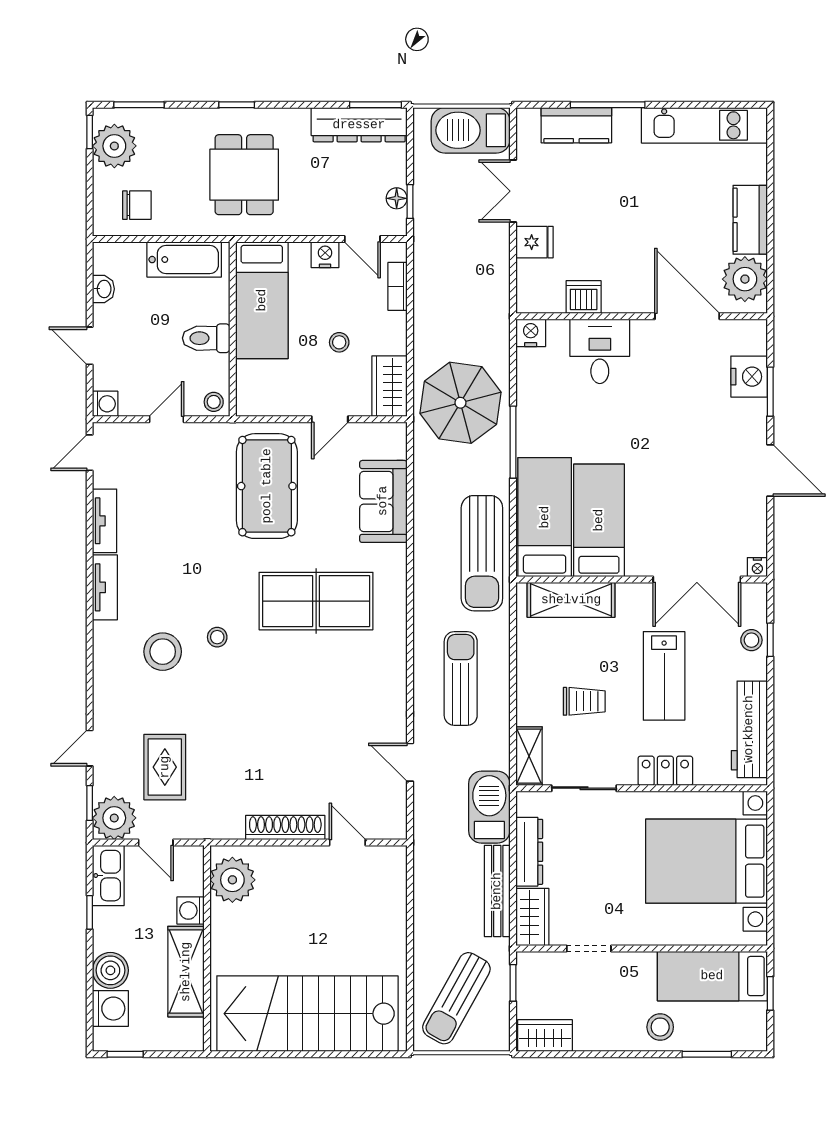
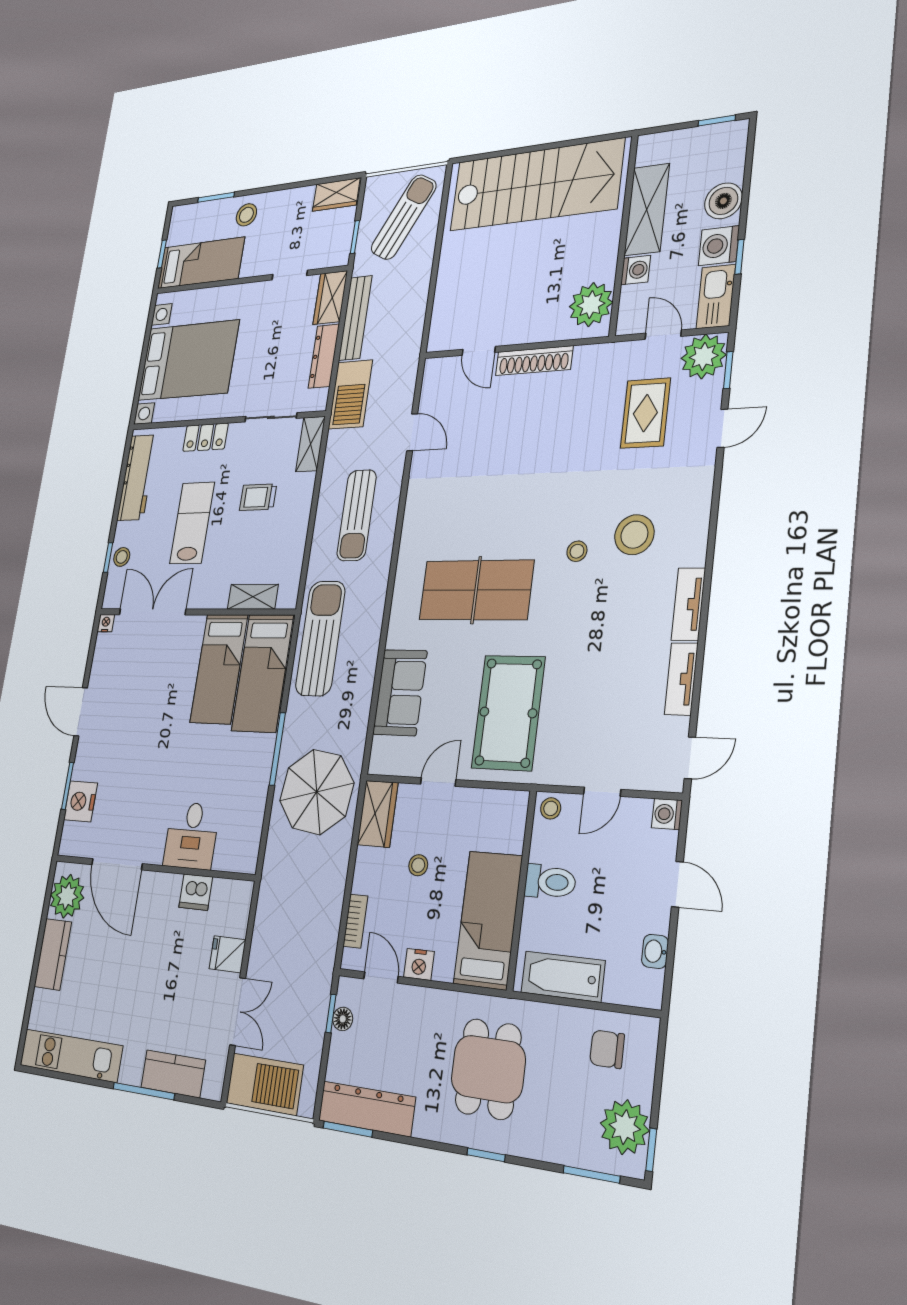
nightstand: (531, 333) -> (245, 860), removed
shelving: (571, 600) -> (253, 597), width x0.67, depth x0.75
washing machine: (110, 1009) -> (719, 246), moved

